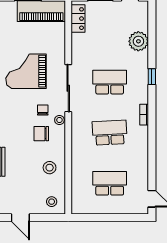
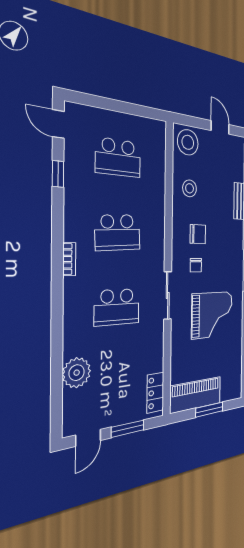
window: (152, 77) -> (58, 174), moved
sliding door: (68, 88) -> (168, 295), width x0.73
stool: (59, 120) -> (178, 252), removed
stool: (52, 202) -> (188, 142), width x1.89, depth x1.89

